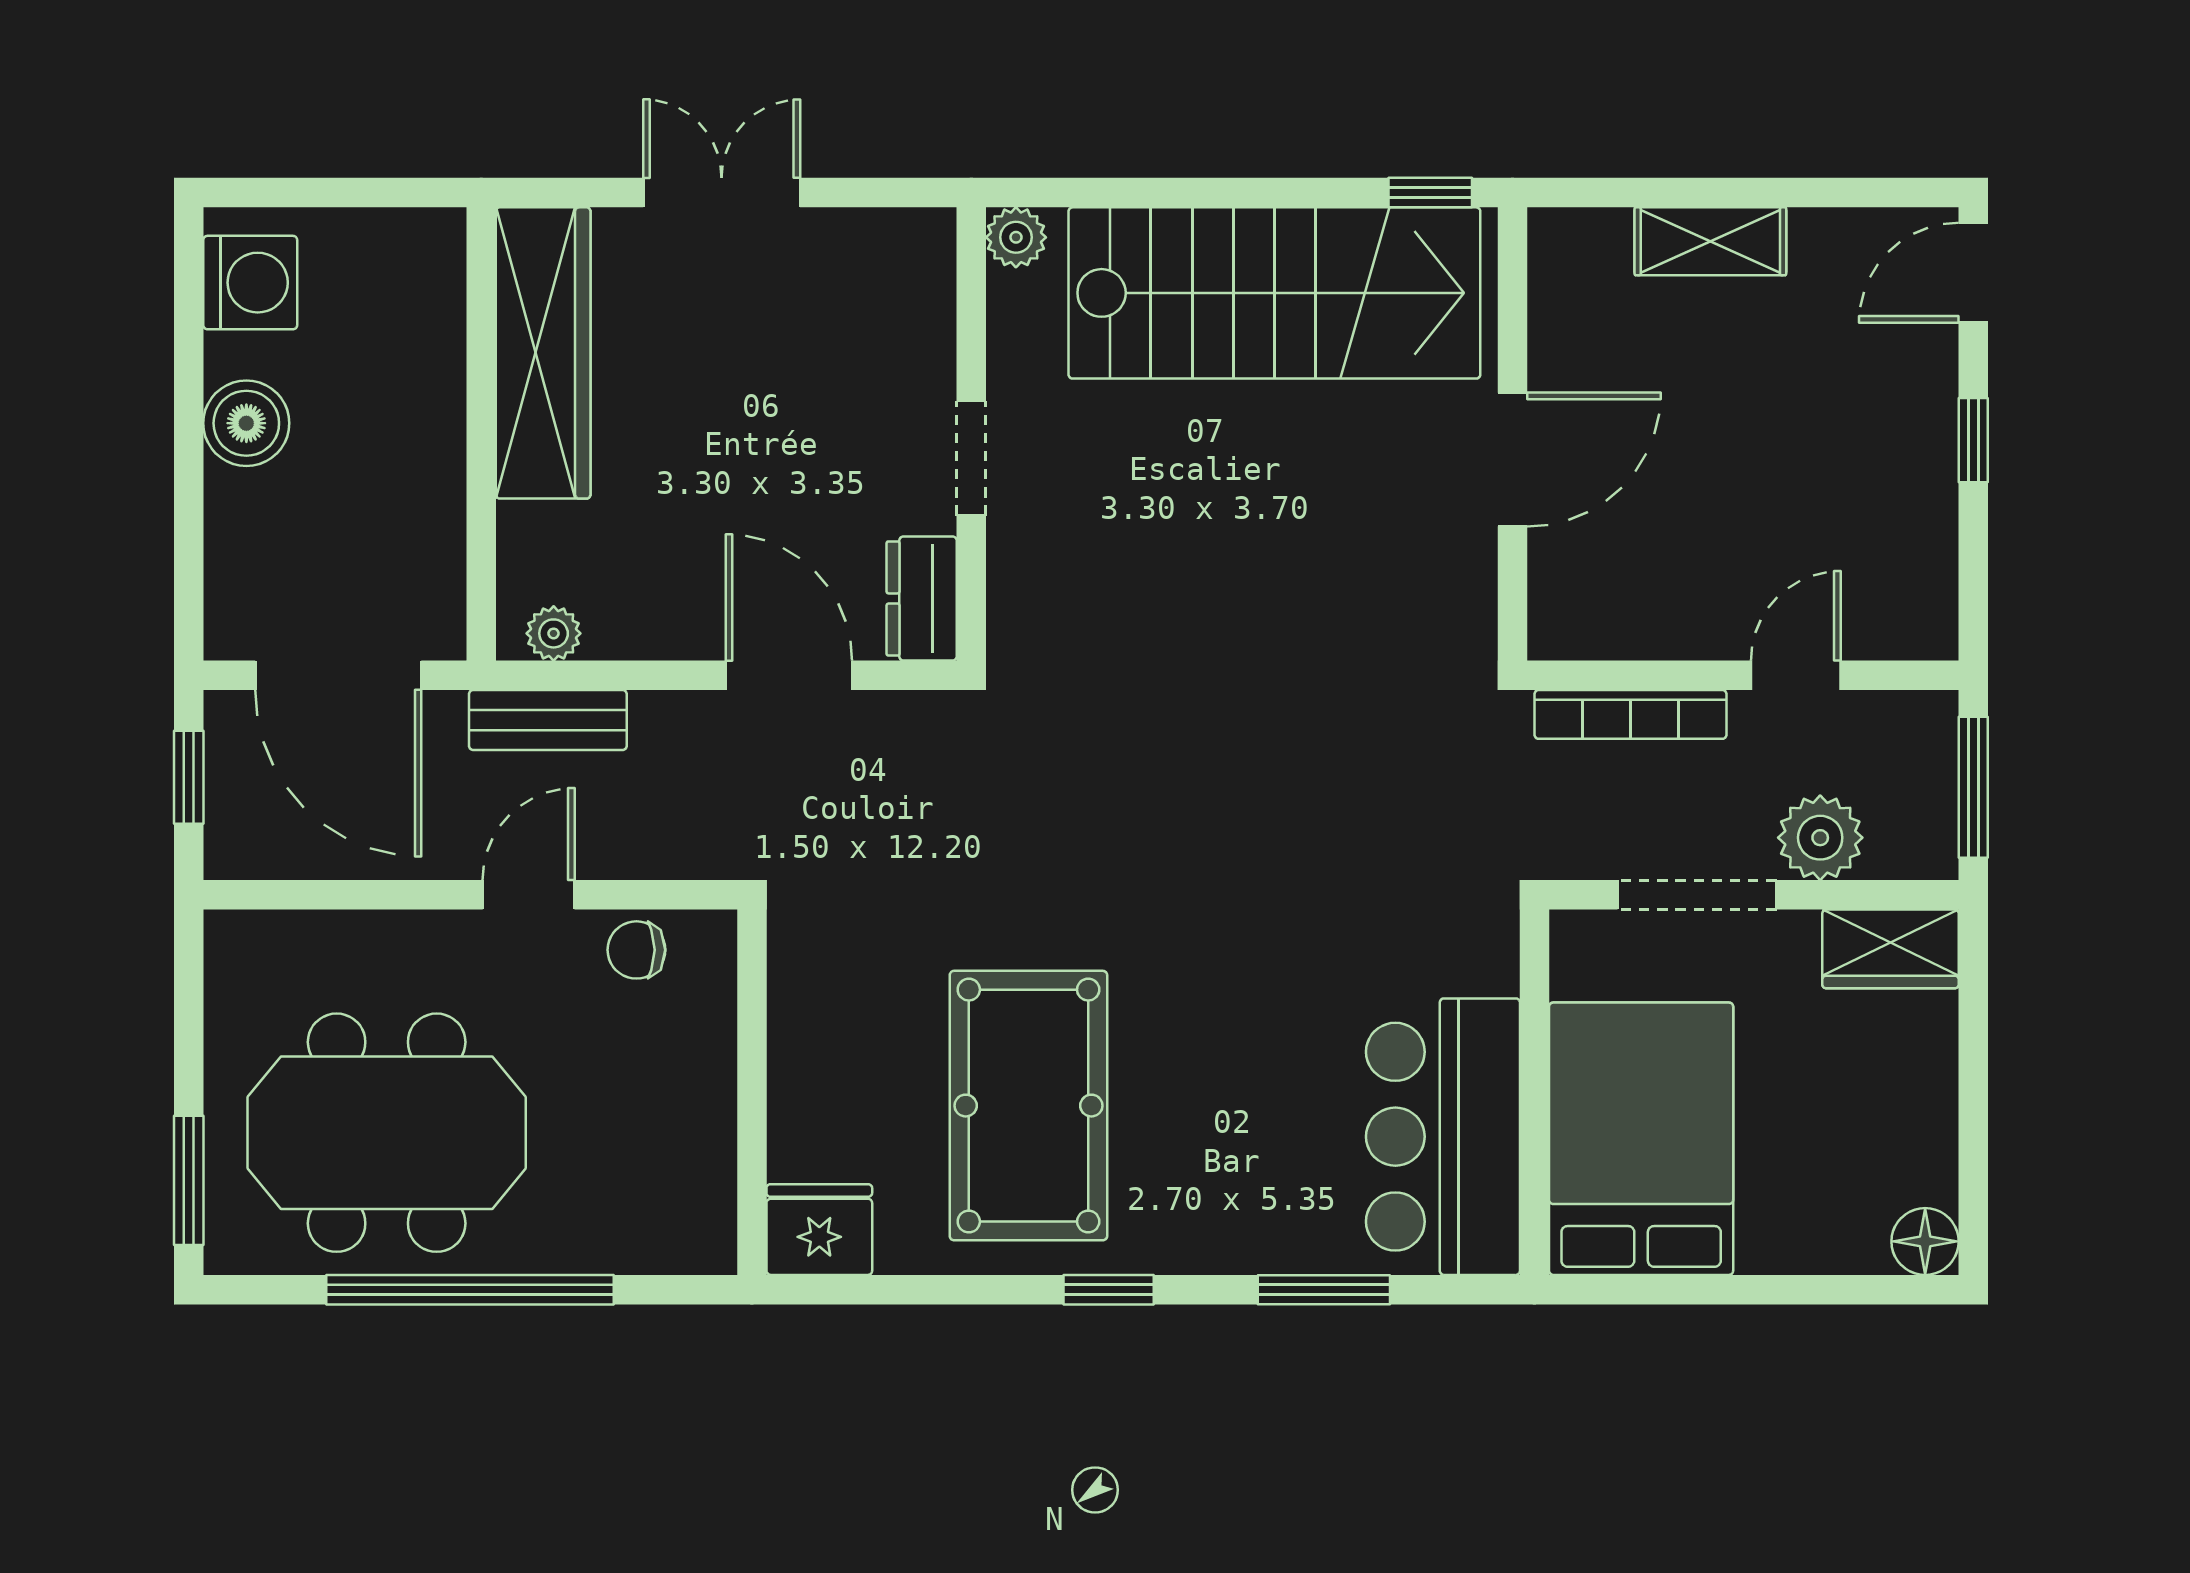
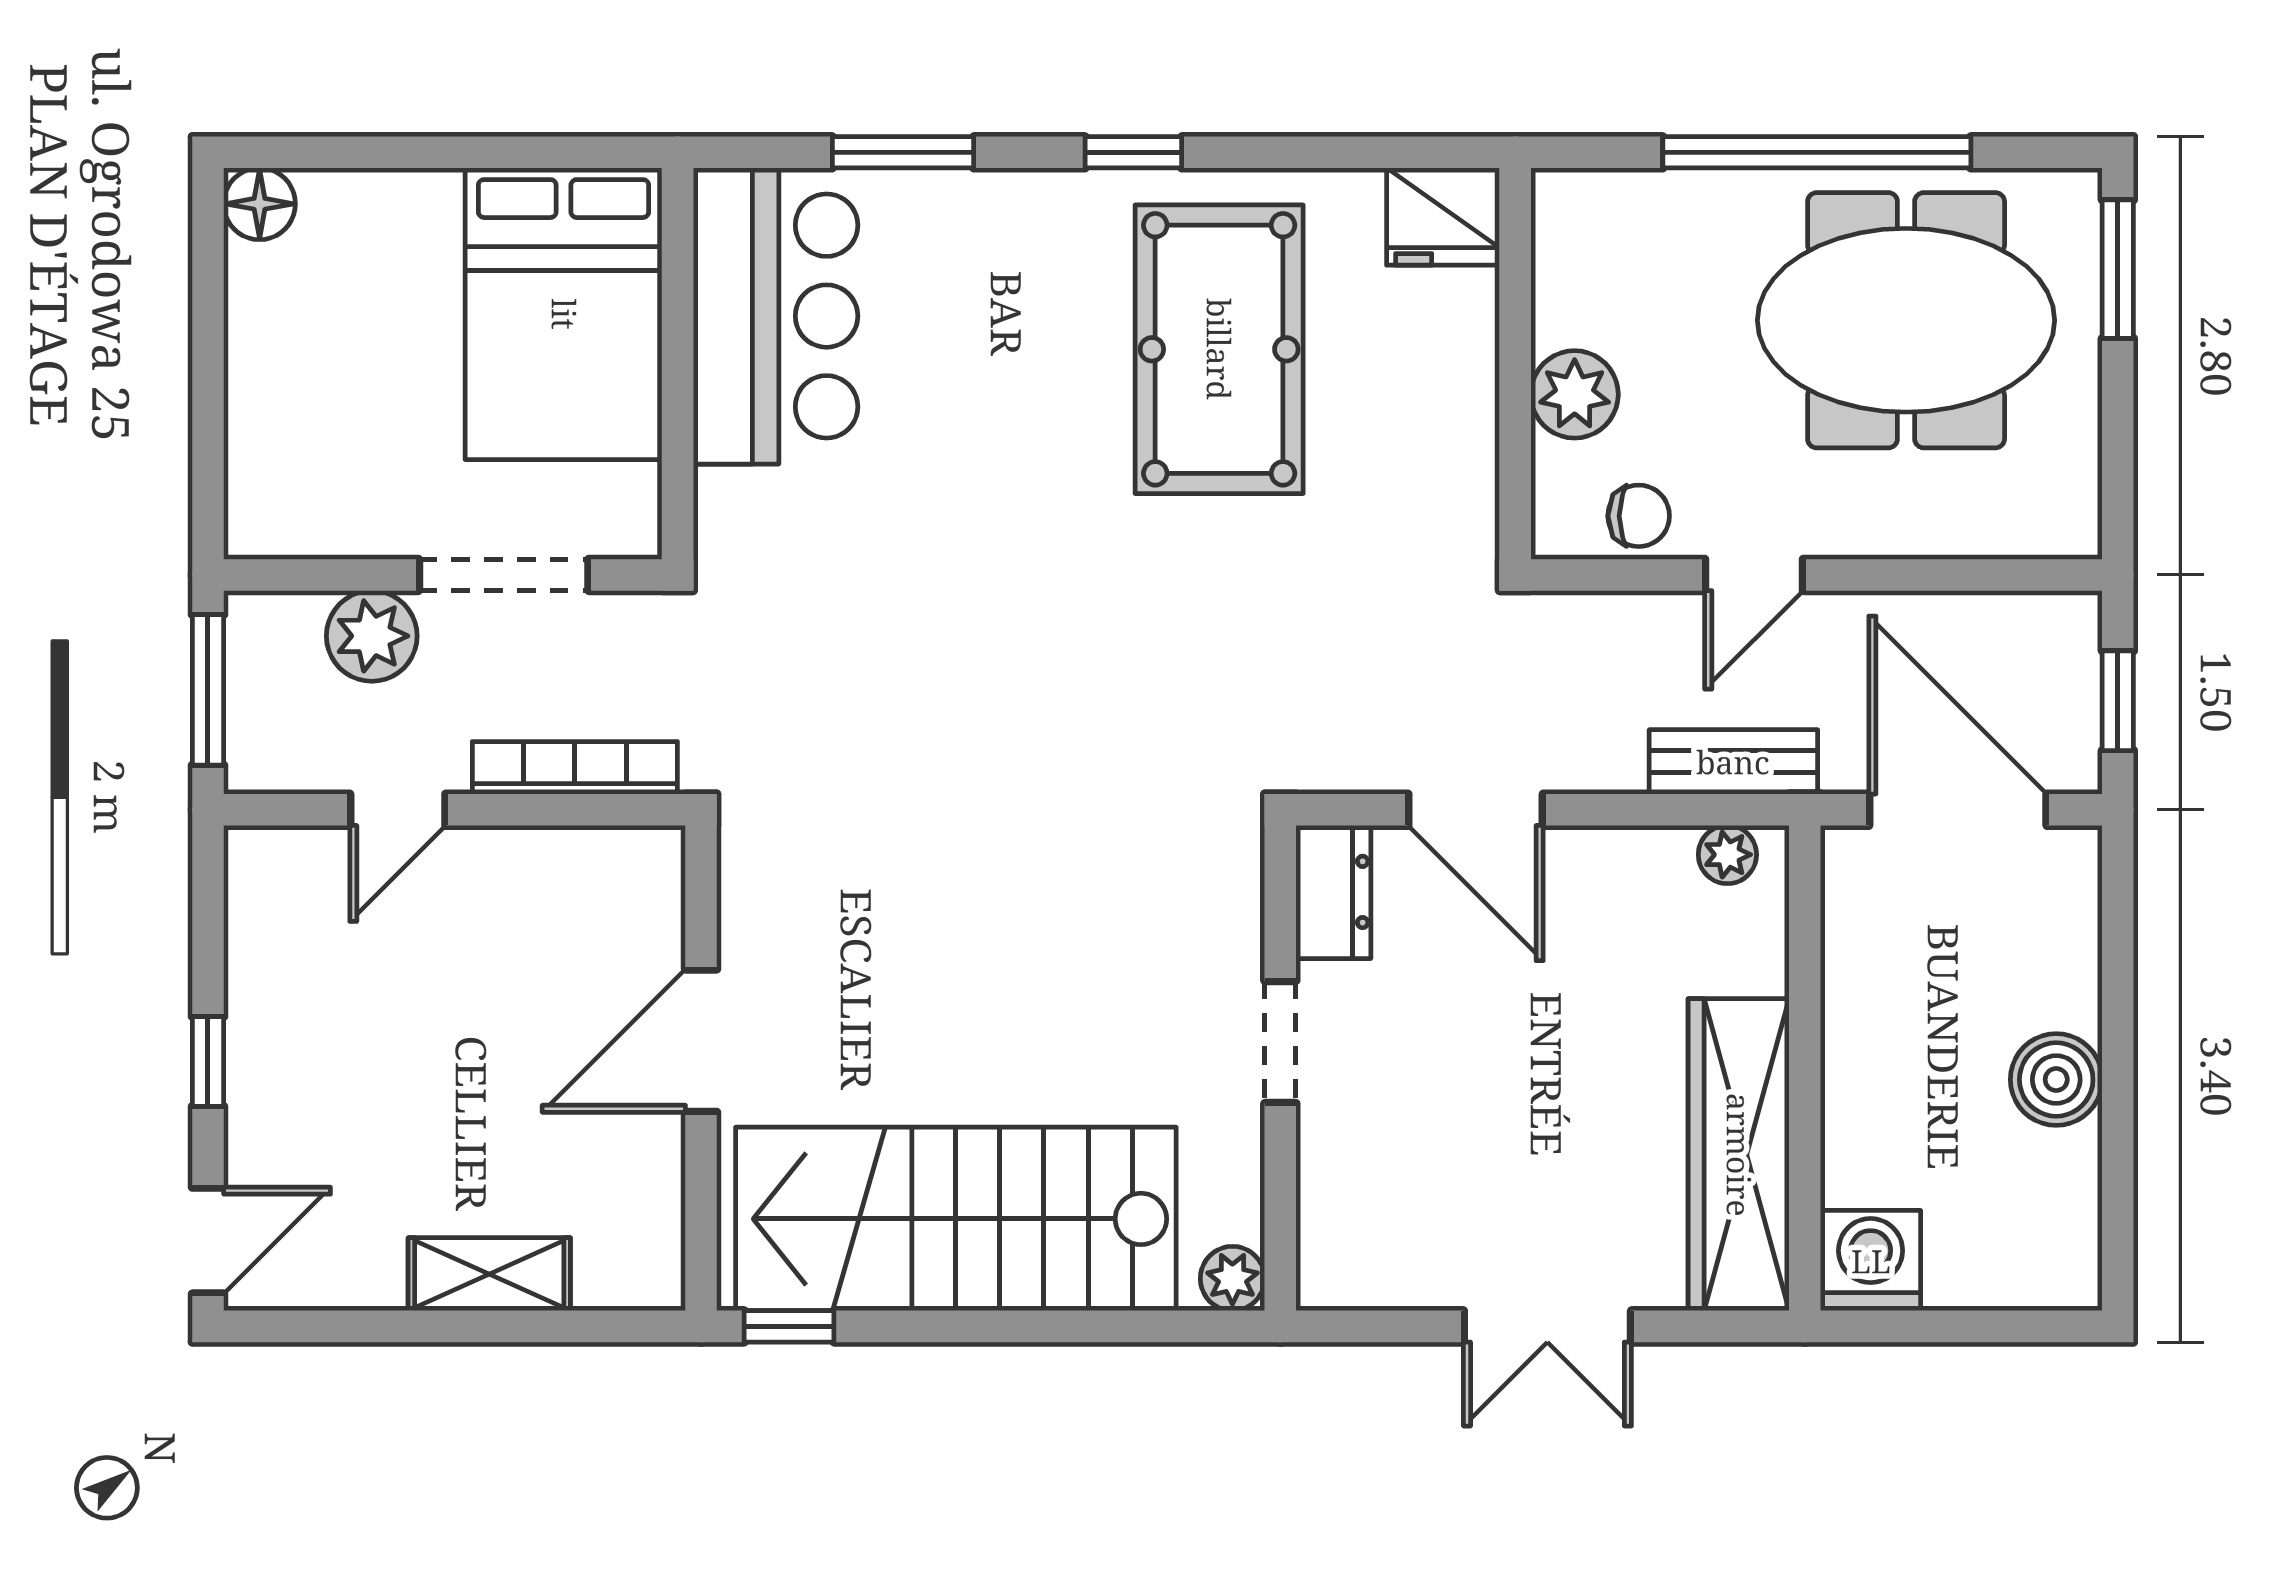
washing machine: (250, 283) -> (1871, 1261), moved, turned 90
wardrobe: (1891, 949) -> (297, 517), removed
plant: (696, 1063) -> (1575, 394), added

